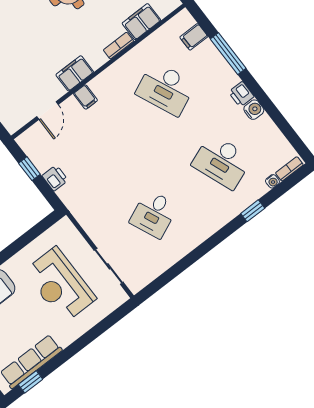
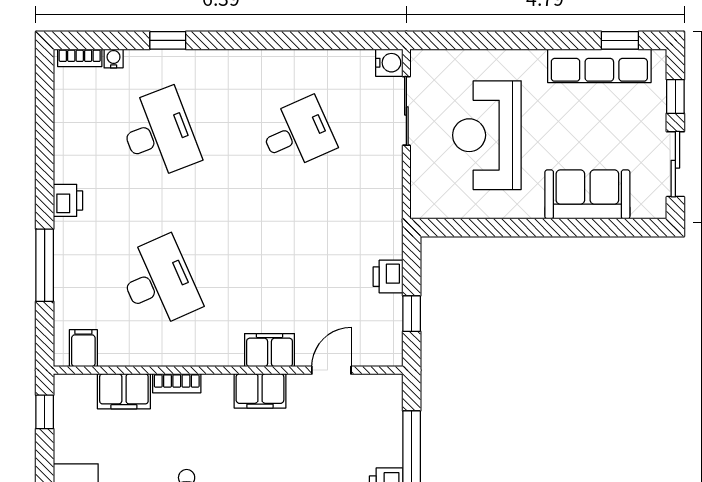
filing cabinet: (194, 37) -> (83, 348), moved, turned -90
filing cabinet: (85, 97) -> (269, 350), width x2.00
water cooler: (254, 110) -> (389, 63), moved, turned 180
reception desk: (60, 285) -> (487, 135), turned 180

